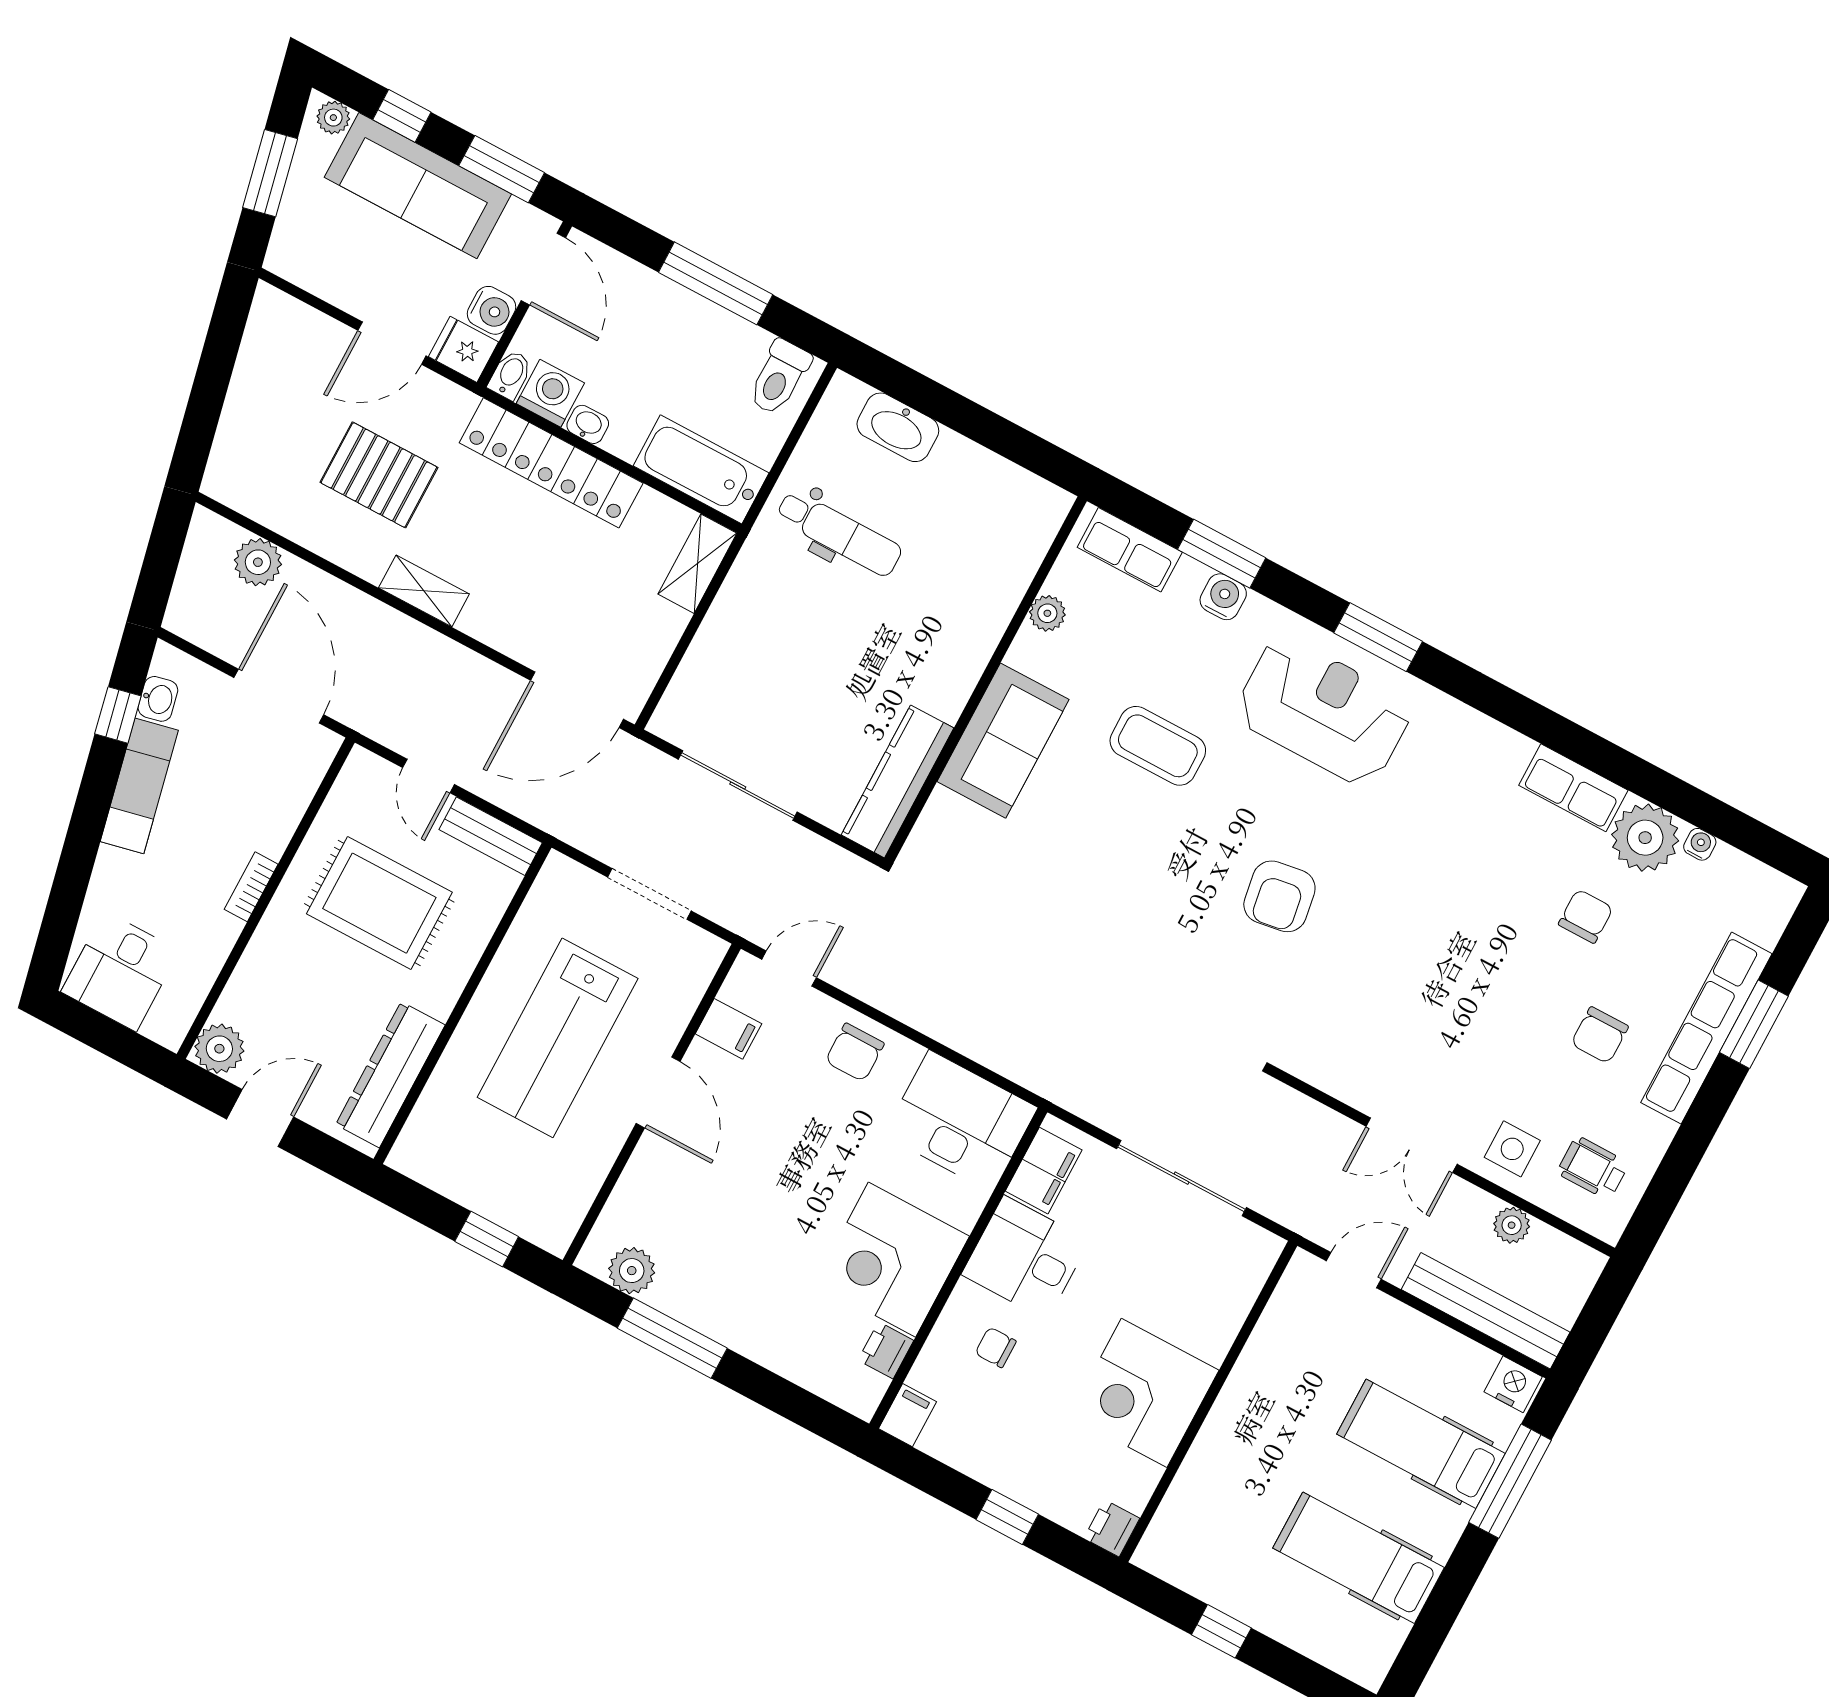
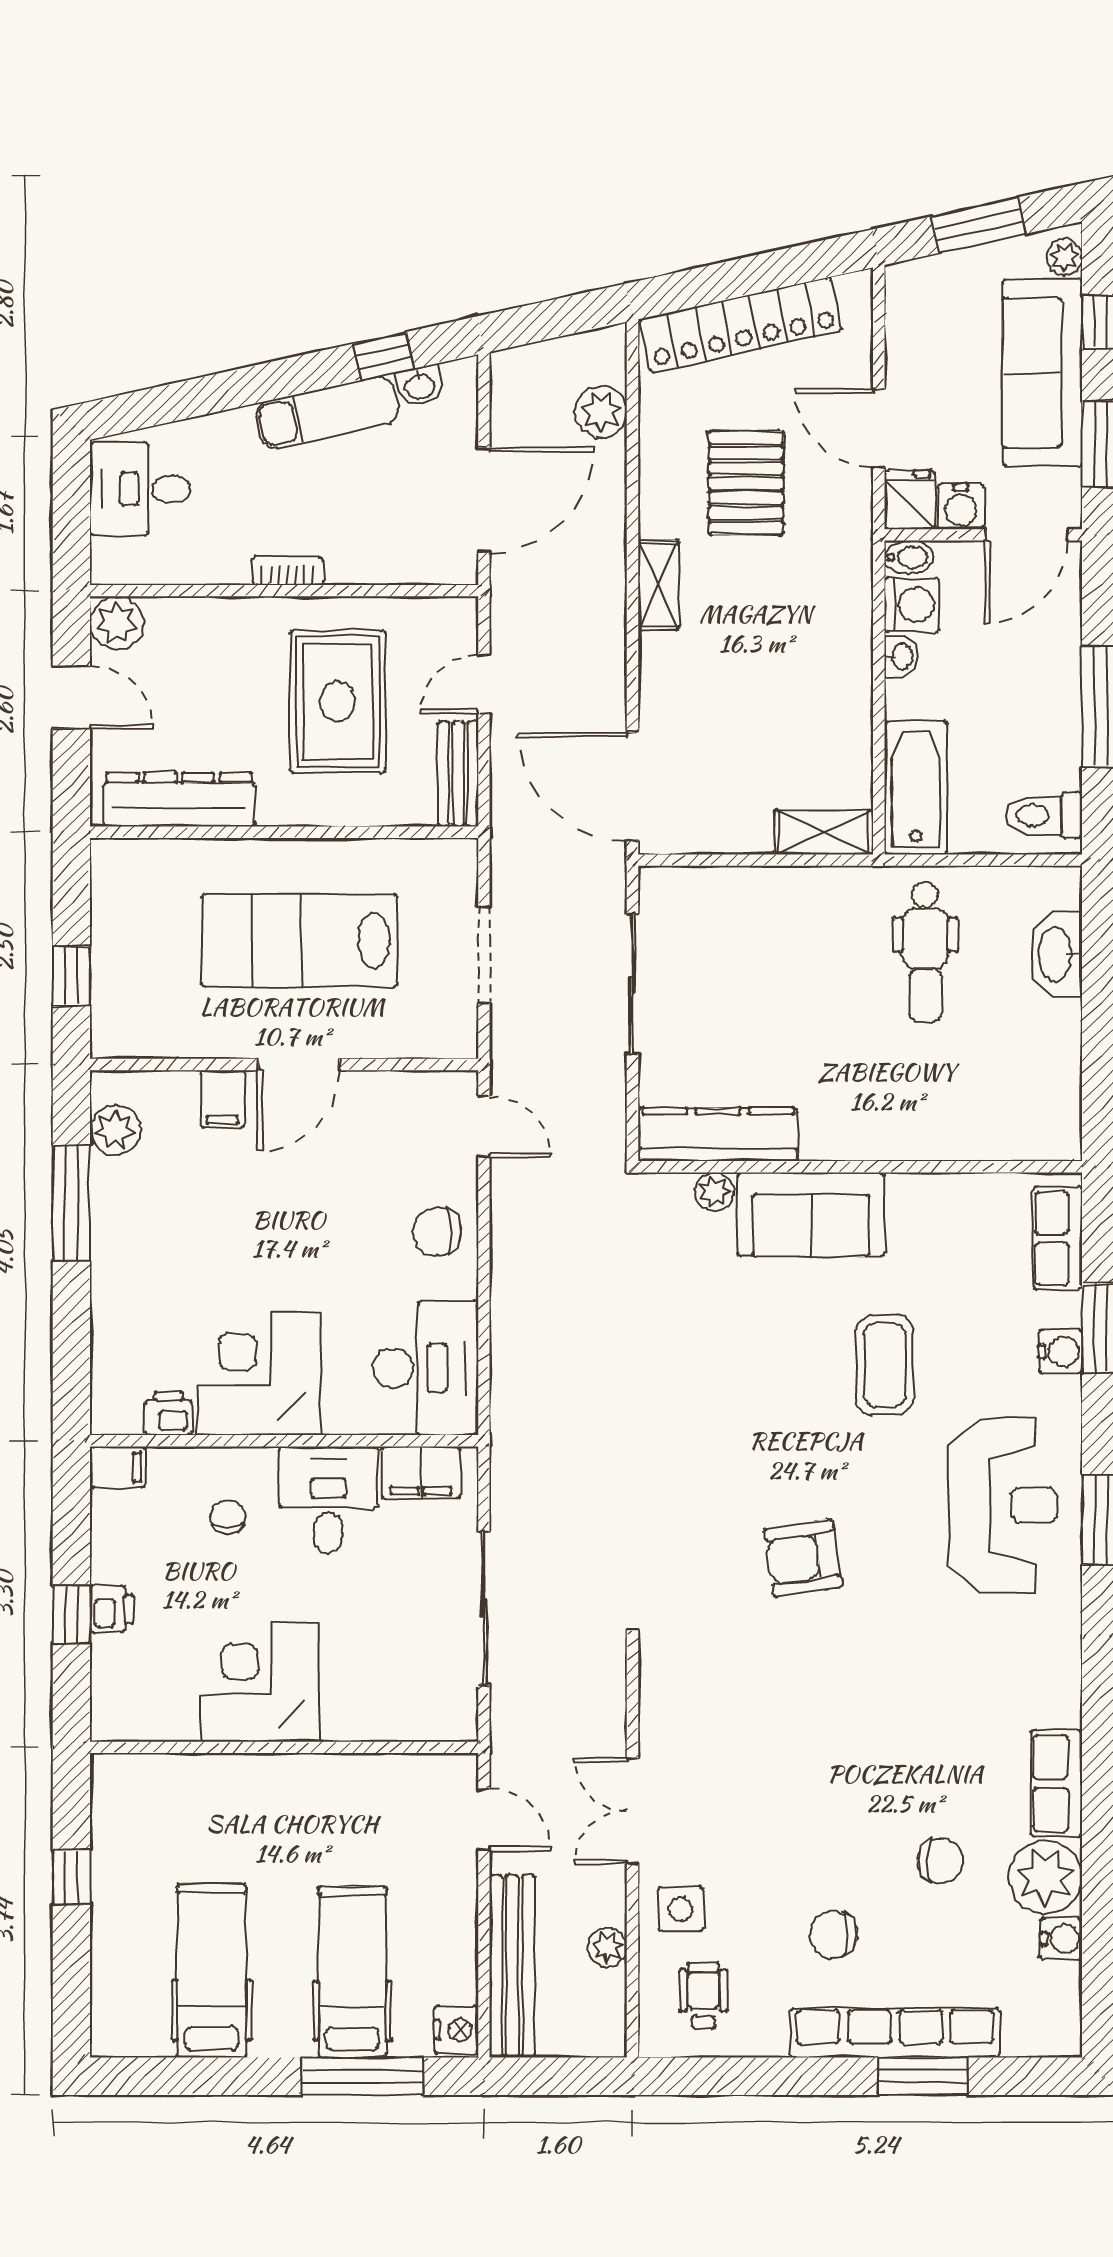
locker: (551, 463) -> (741, 325), moved, turned -102
plant: (1047, 613) -> (715, 1192), moved
water cooler: (1700, 844) -> (1061, 1939), width x1.38, depth x1.38
filing cabinet: (728, 1029) -> (222, 1099), moved
printer: (1112, 1528) -> (112, 1609), moved, turned 90

